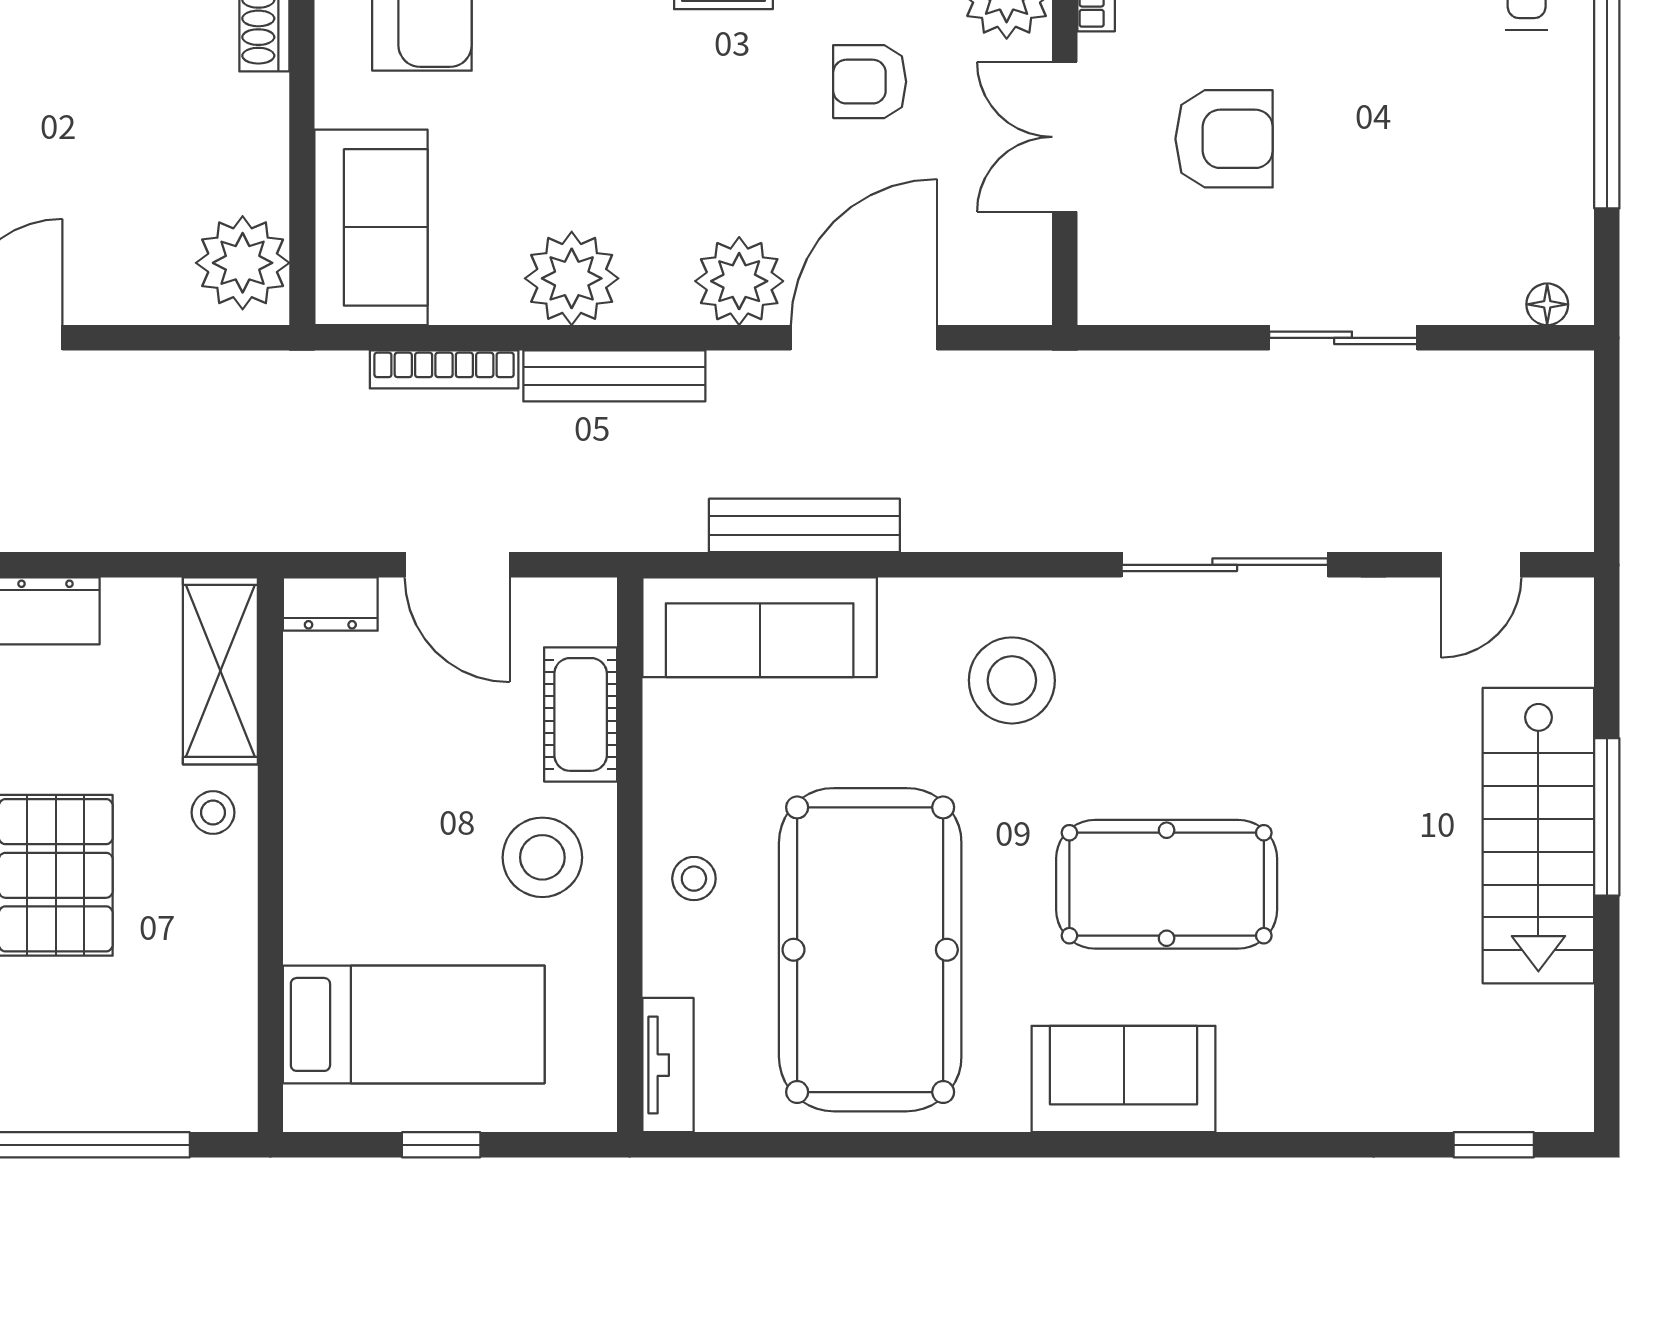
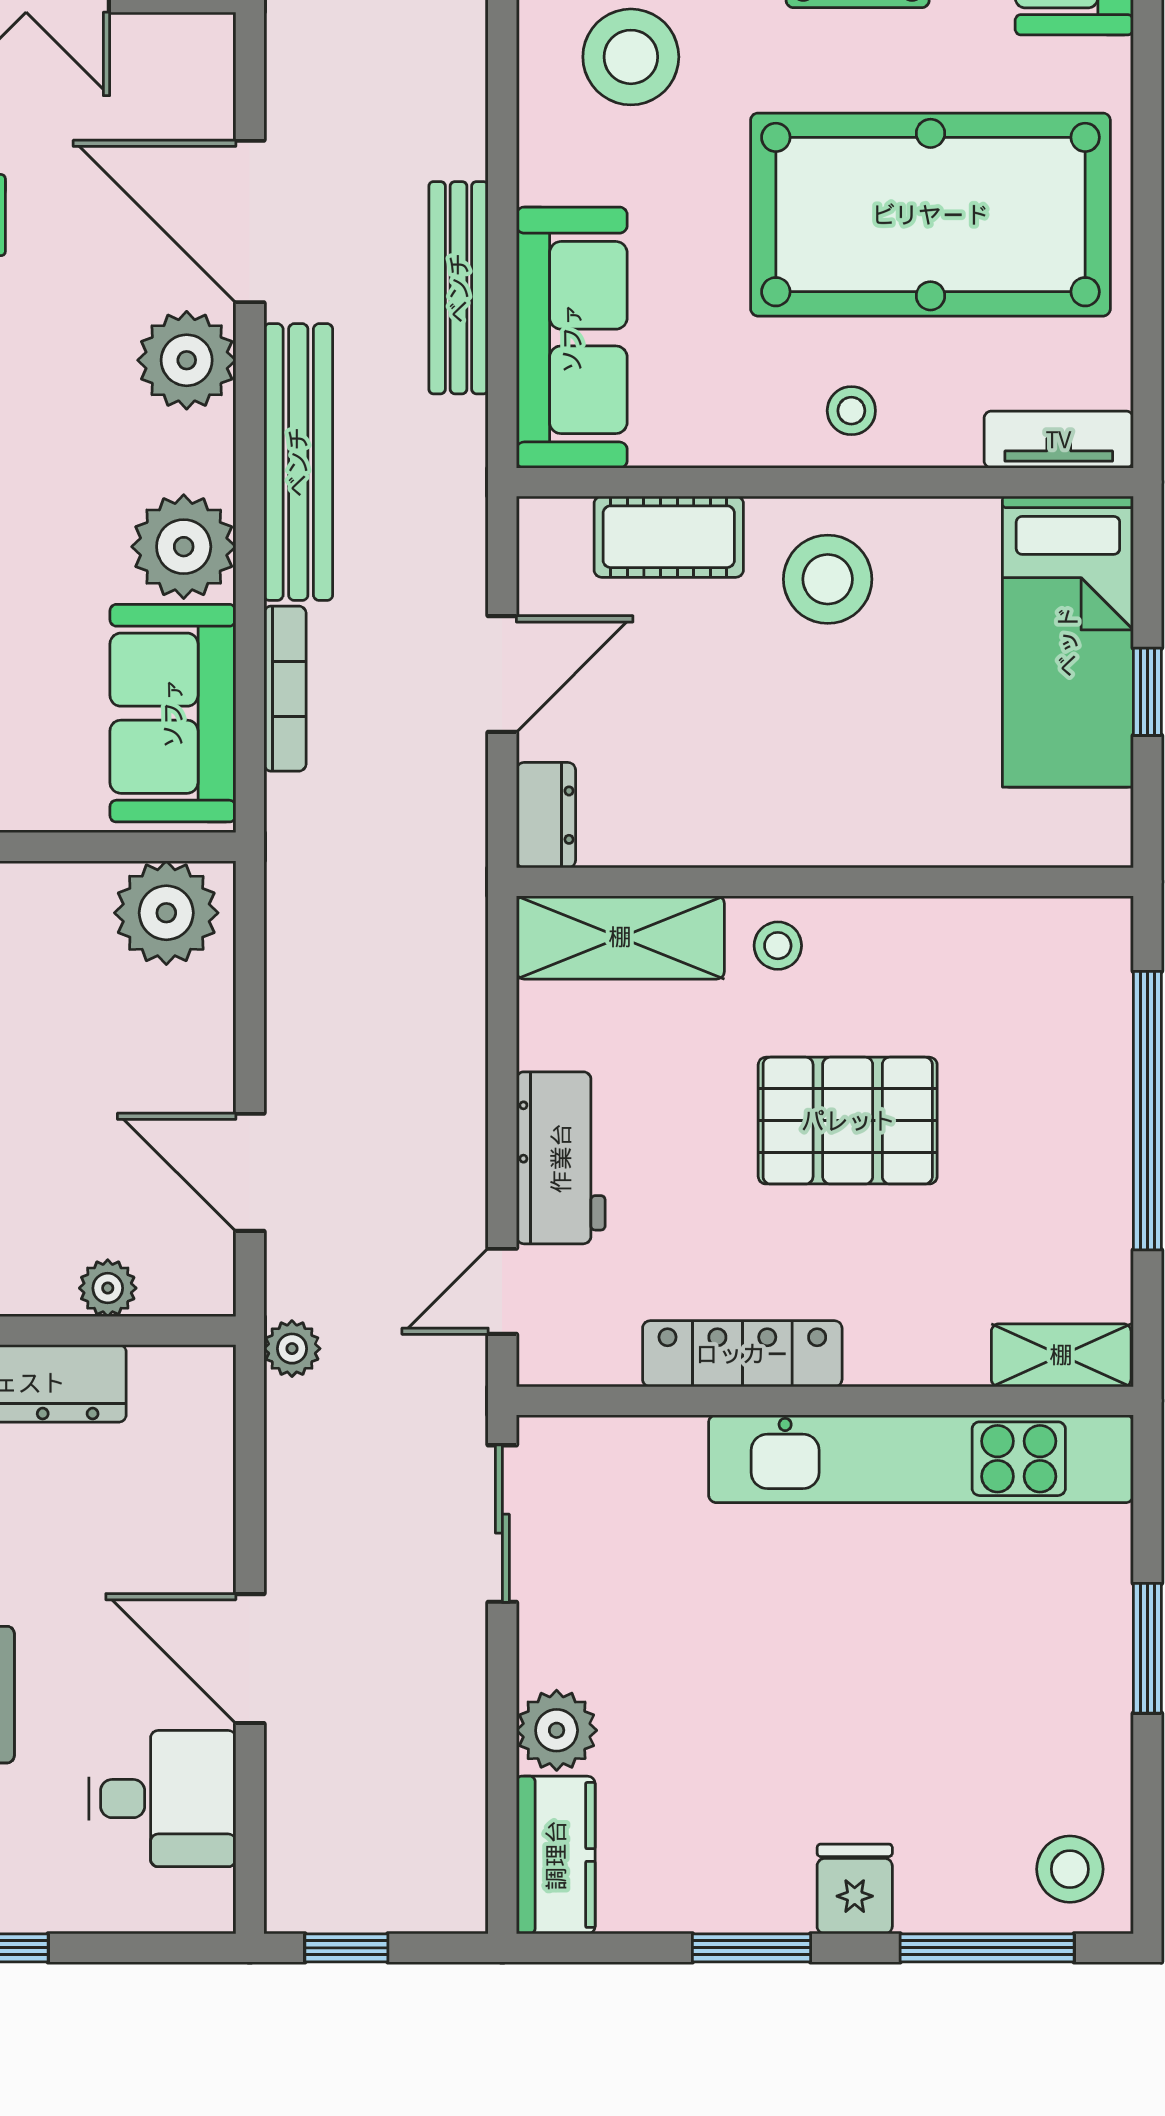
sofa: (371, 227) -> (173, 713), moved, turned -90
bench: (614, 376) -> (298, 462), width x1.37, depth x1.21
bed: (414, 1024) -> (1068, 642), moved, turned 180

